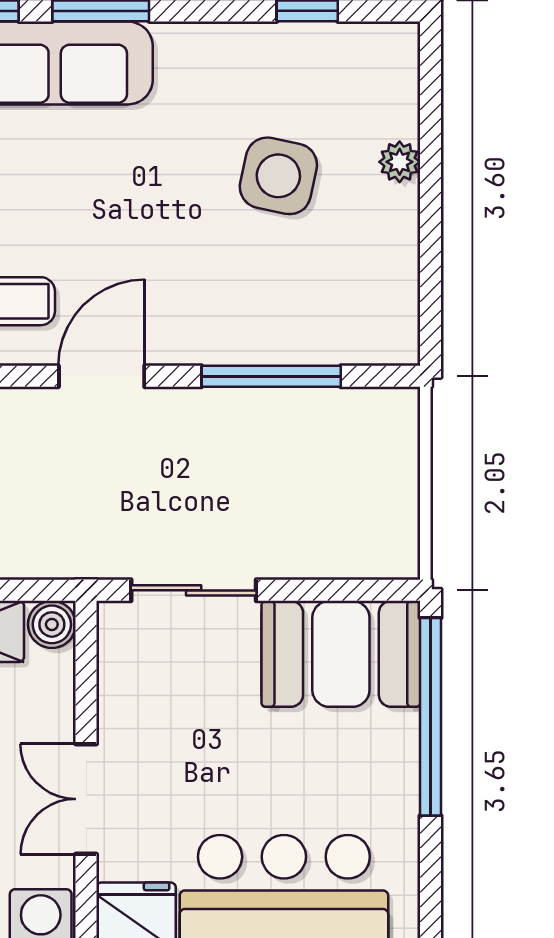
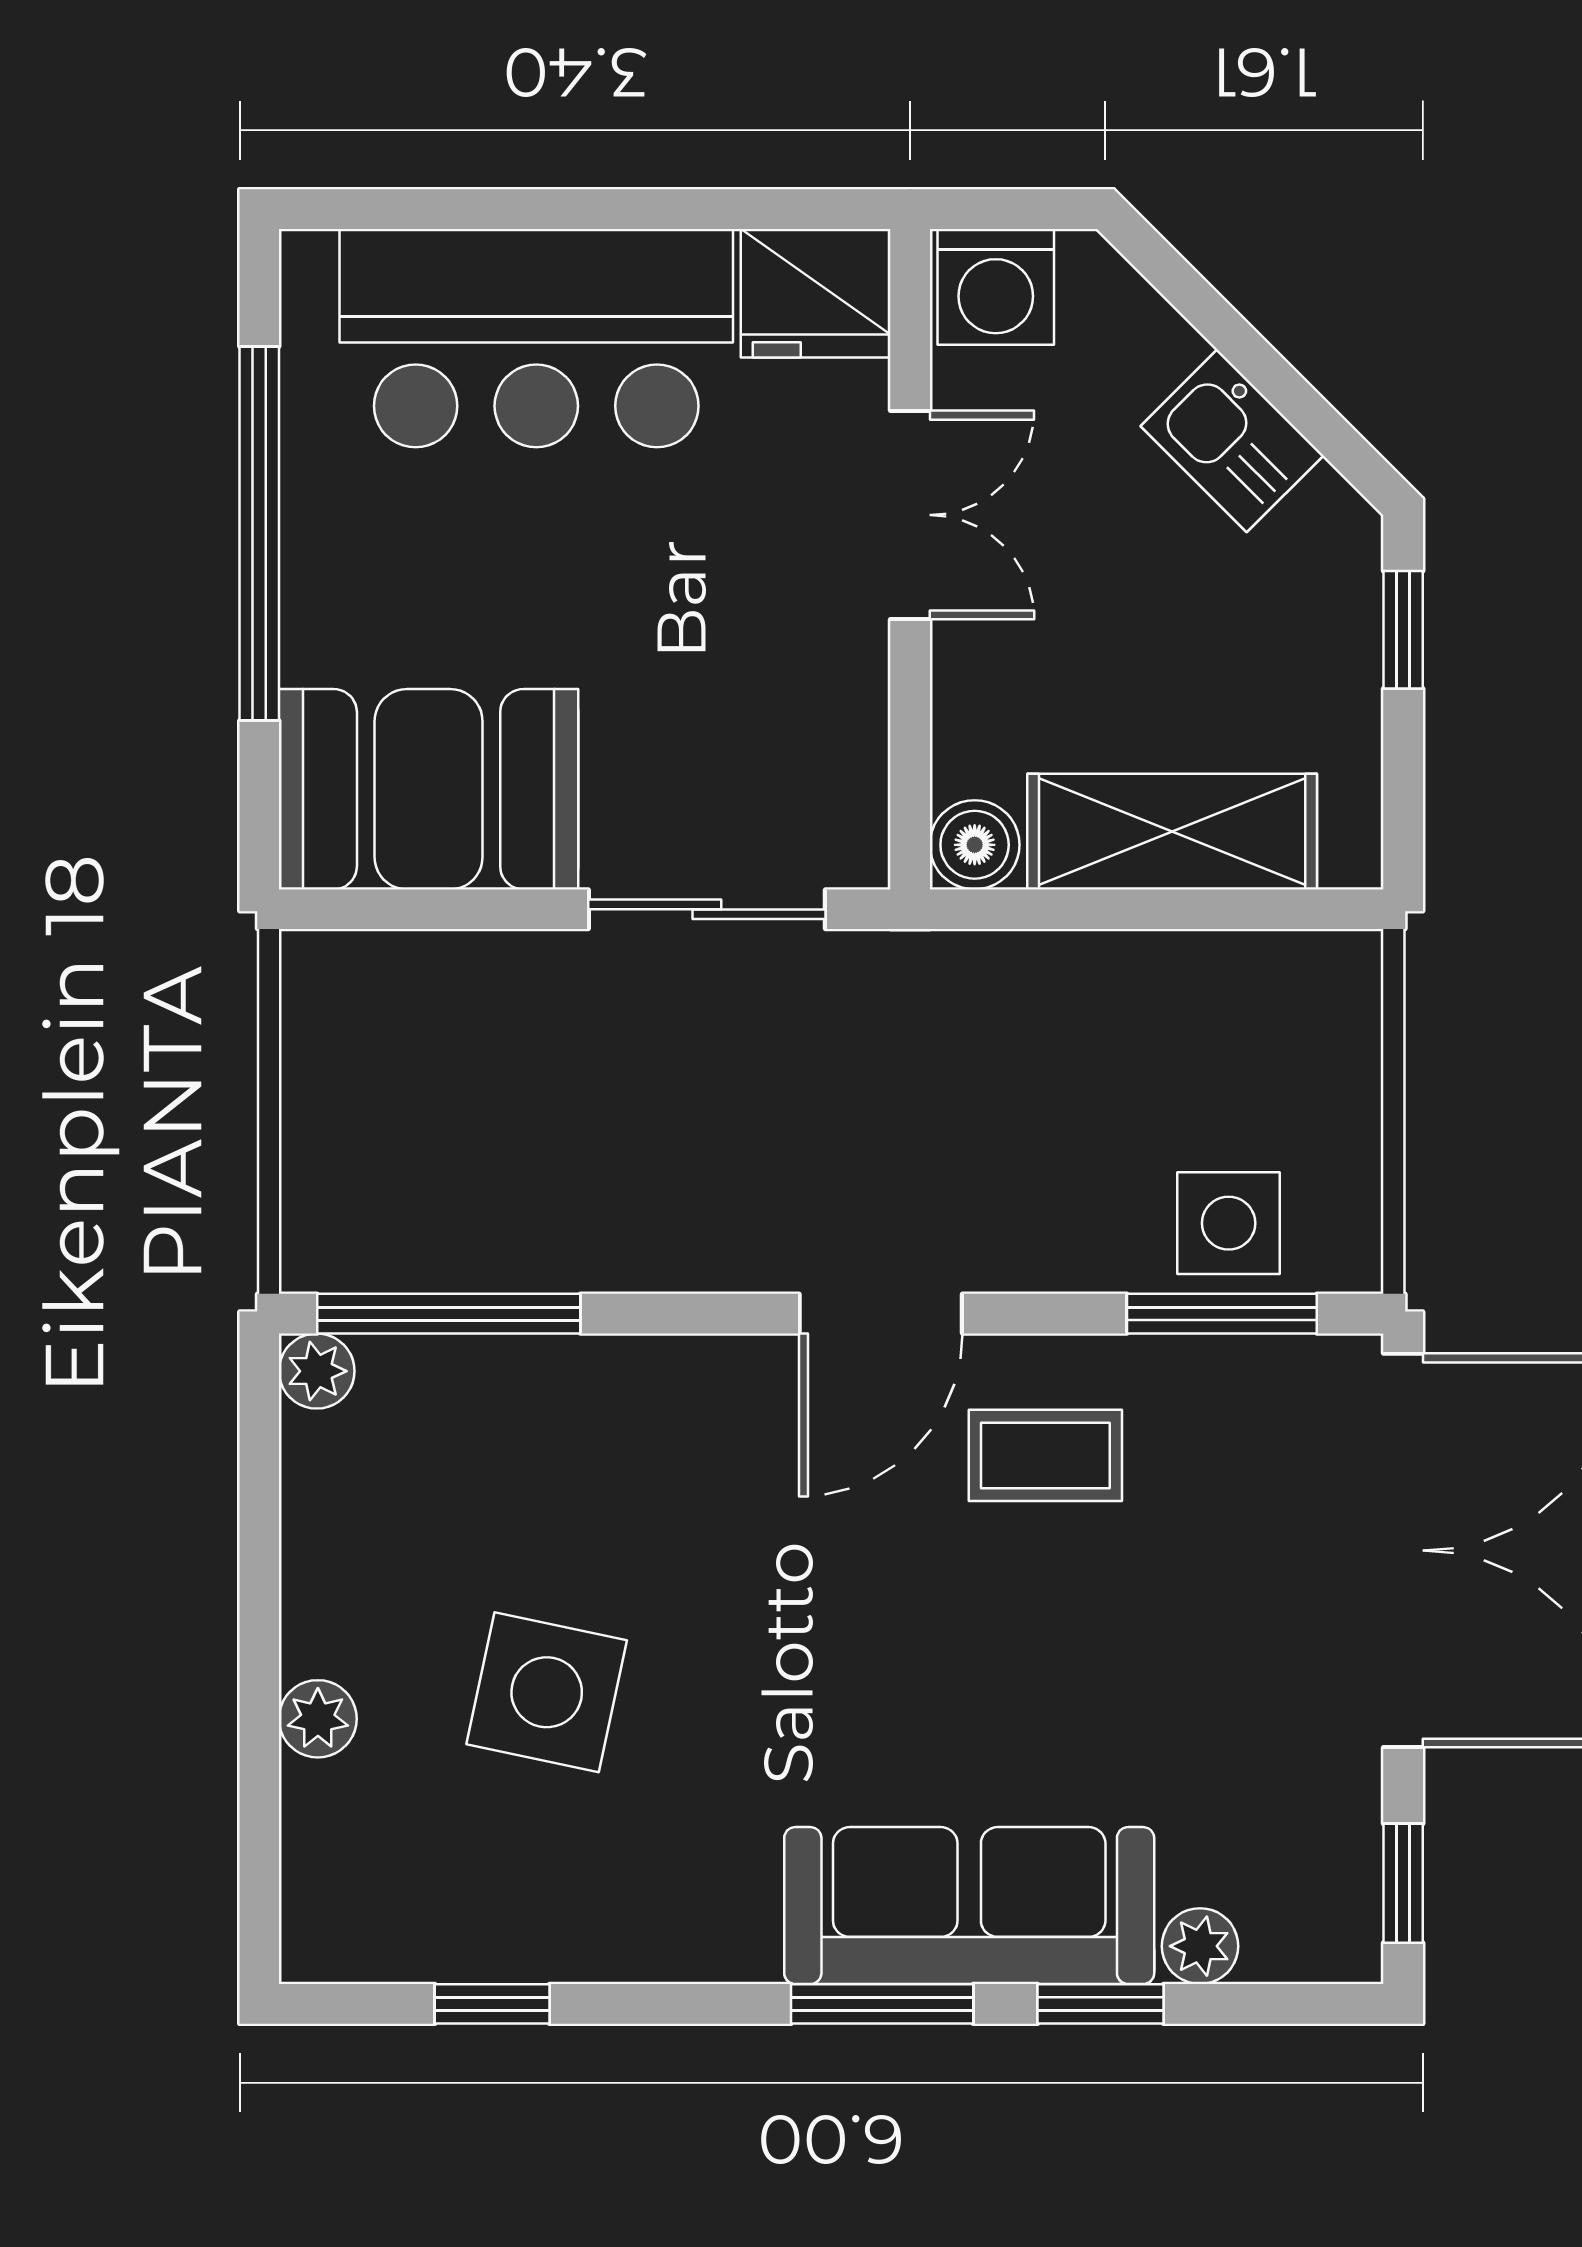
plant: (400, 346) -> (317, 1371), added
window: (271, 376) -> (449, 1314), moved
window: (430, 717) -> (259, 534), moved

